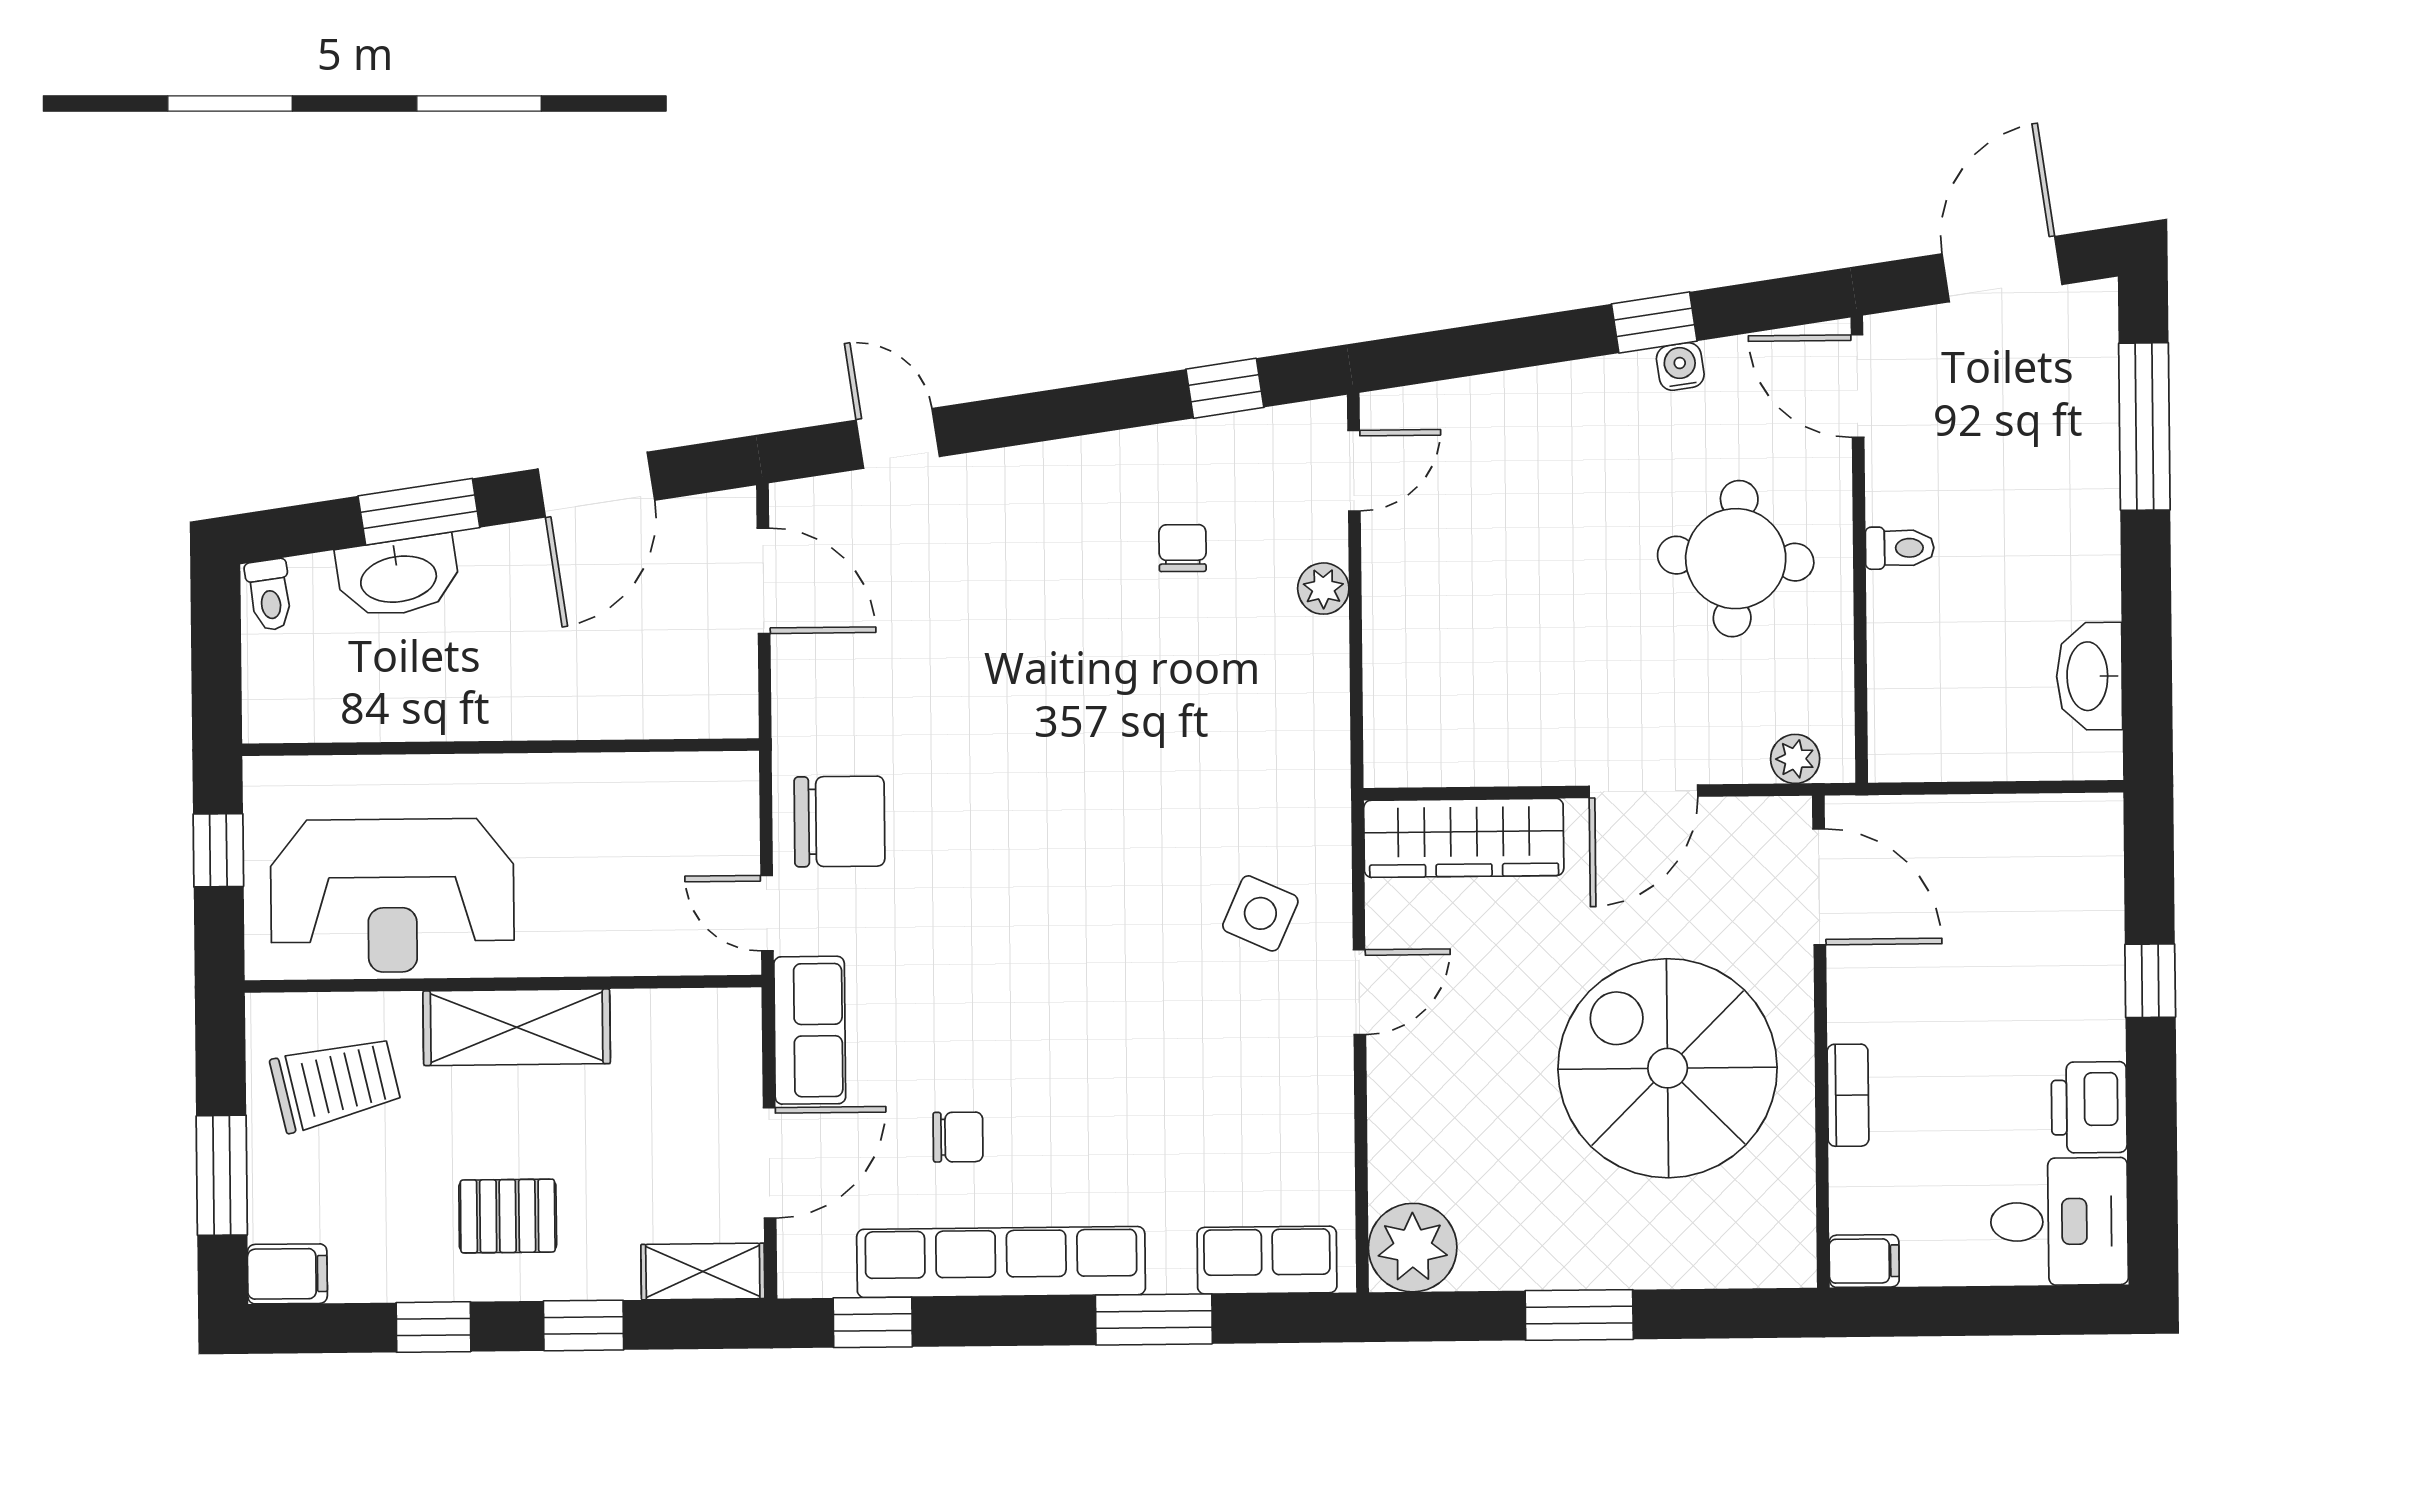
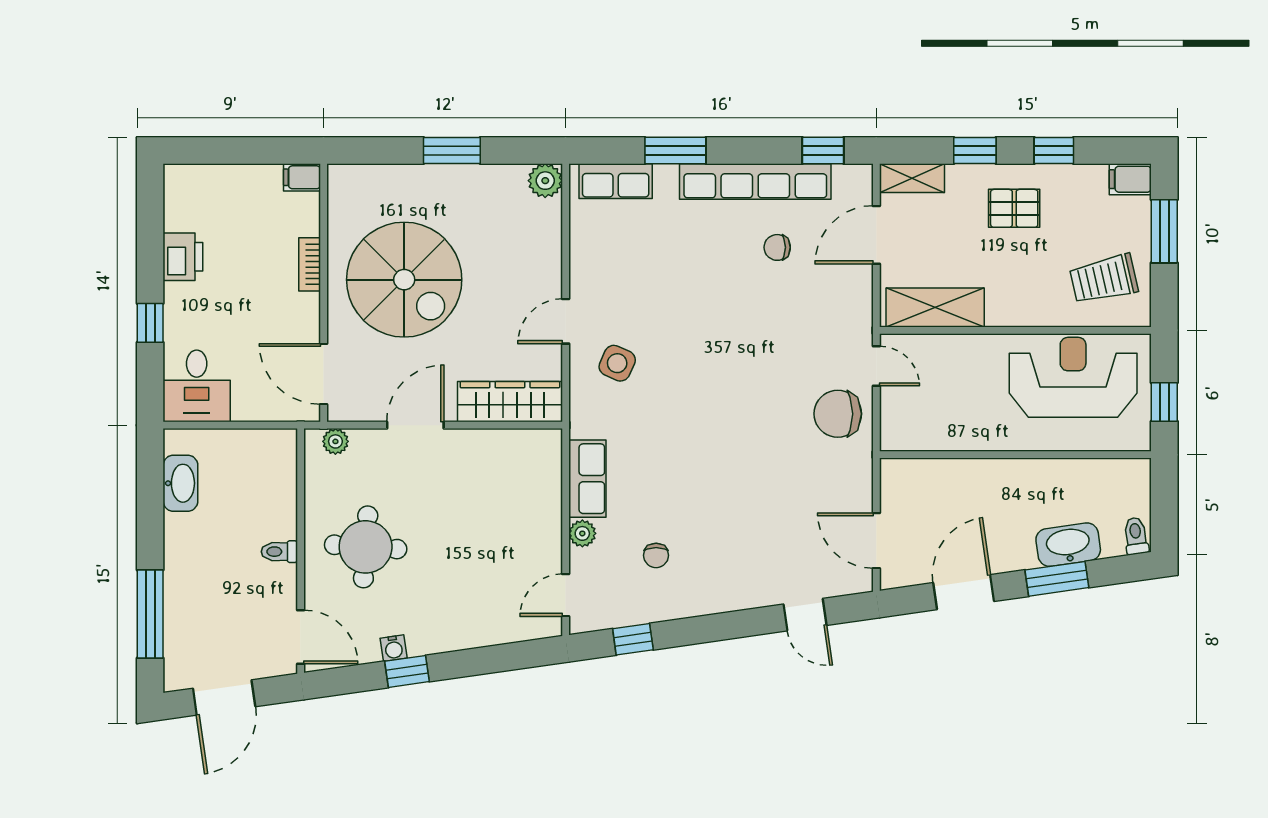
shelving: (517, 1027) -> (935, 307), moved
row of seats: (810, 1030) -> (587, 479), moved, turned 180
desk: (2059, 1222) -> (197, 386), moved, turned -90
plant: (1413, 1248) -> (545, 181), width x0.73, depth x0.73

